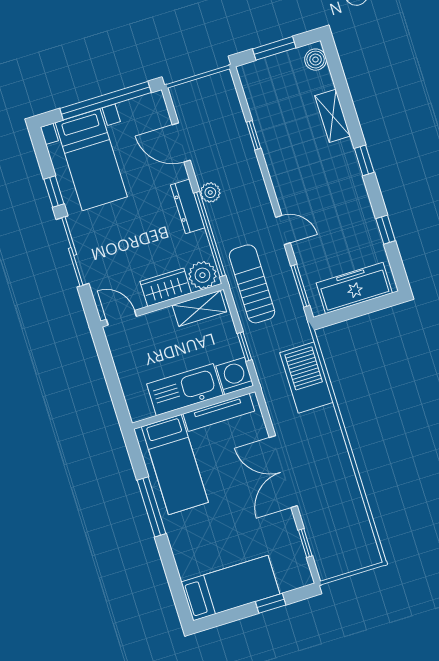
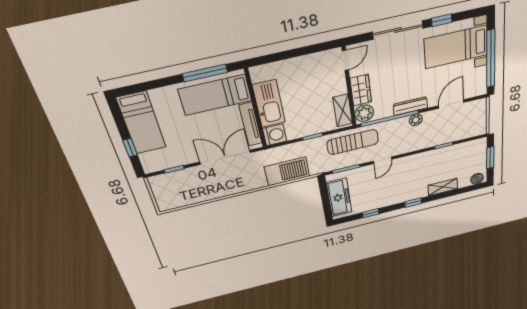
washing machine: (235, 376) -> (275, 135), moved
kitchen sink: (185, 390) -> (269, 104), moved
wall: (194, 407) -> (256, 109), moved
tv unit: (219, 412) -> (250, 124), moved
bed: (175, 465) -> (215, 95), moved

